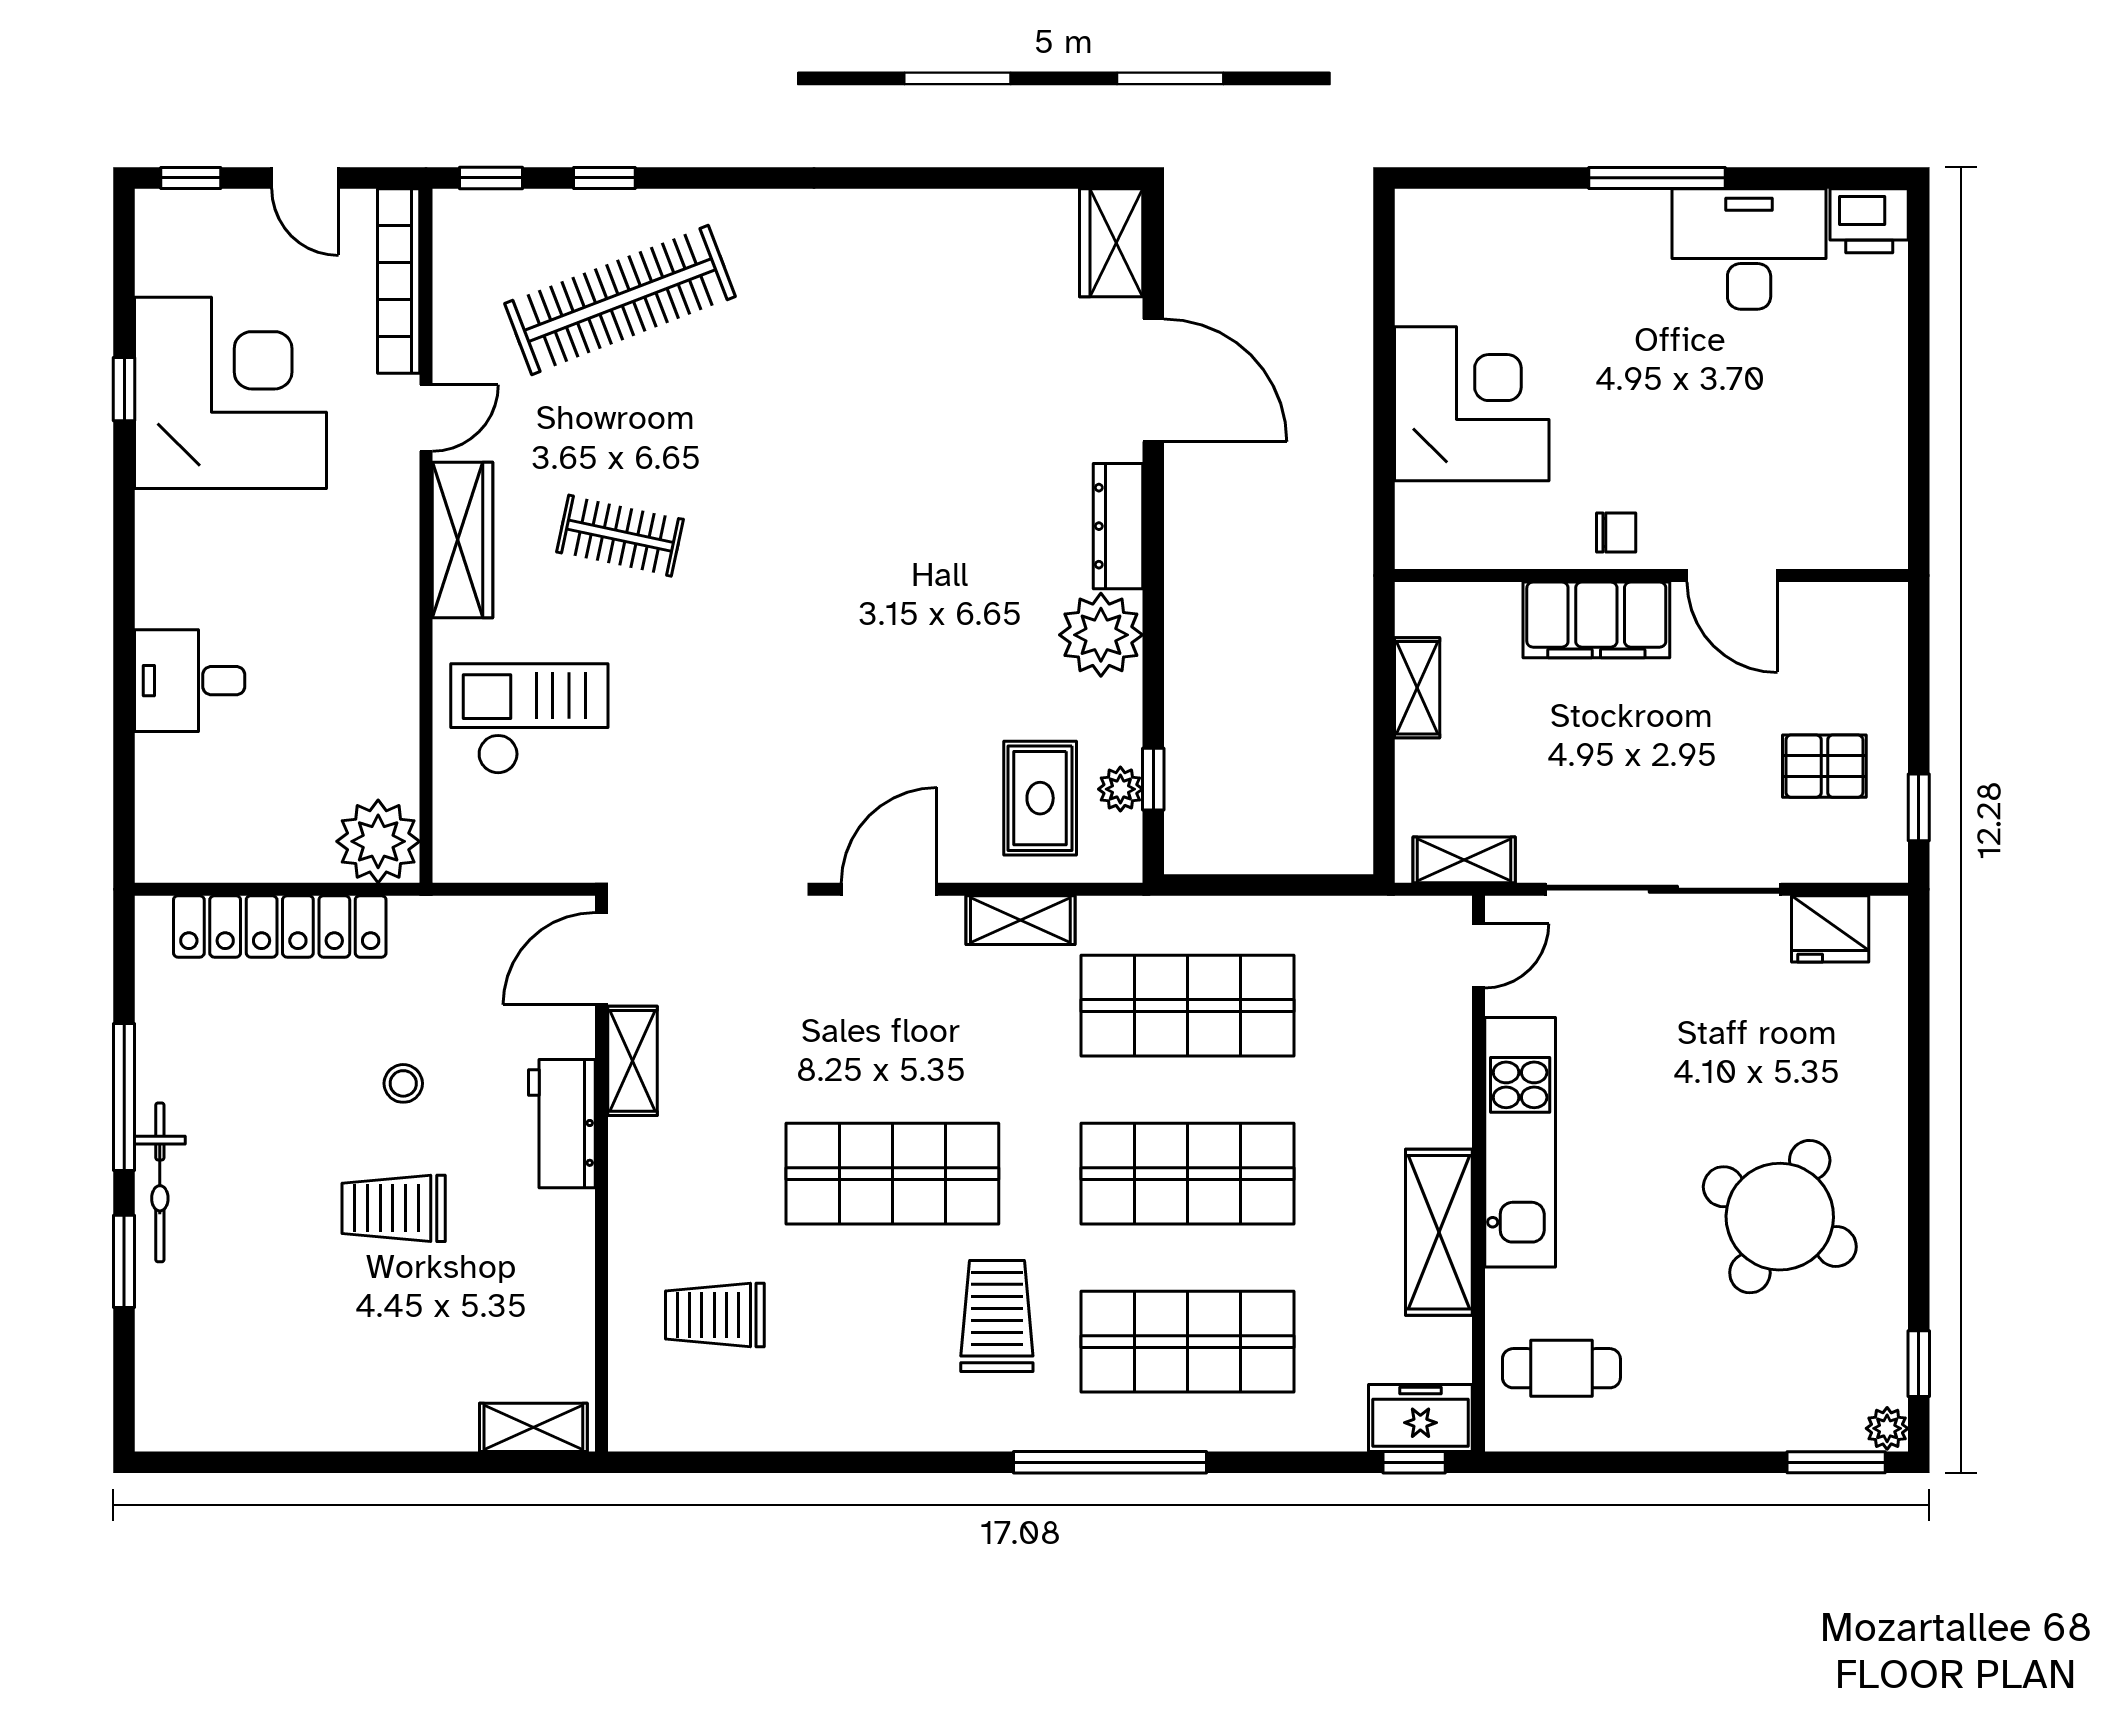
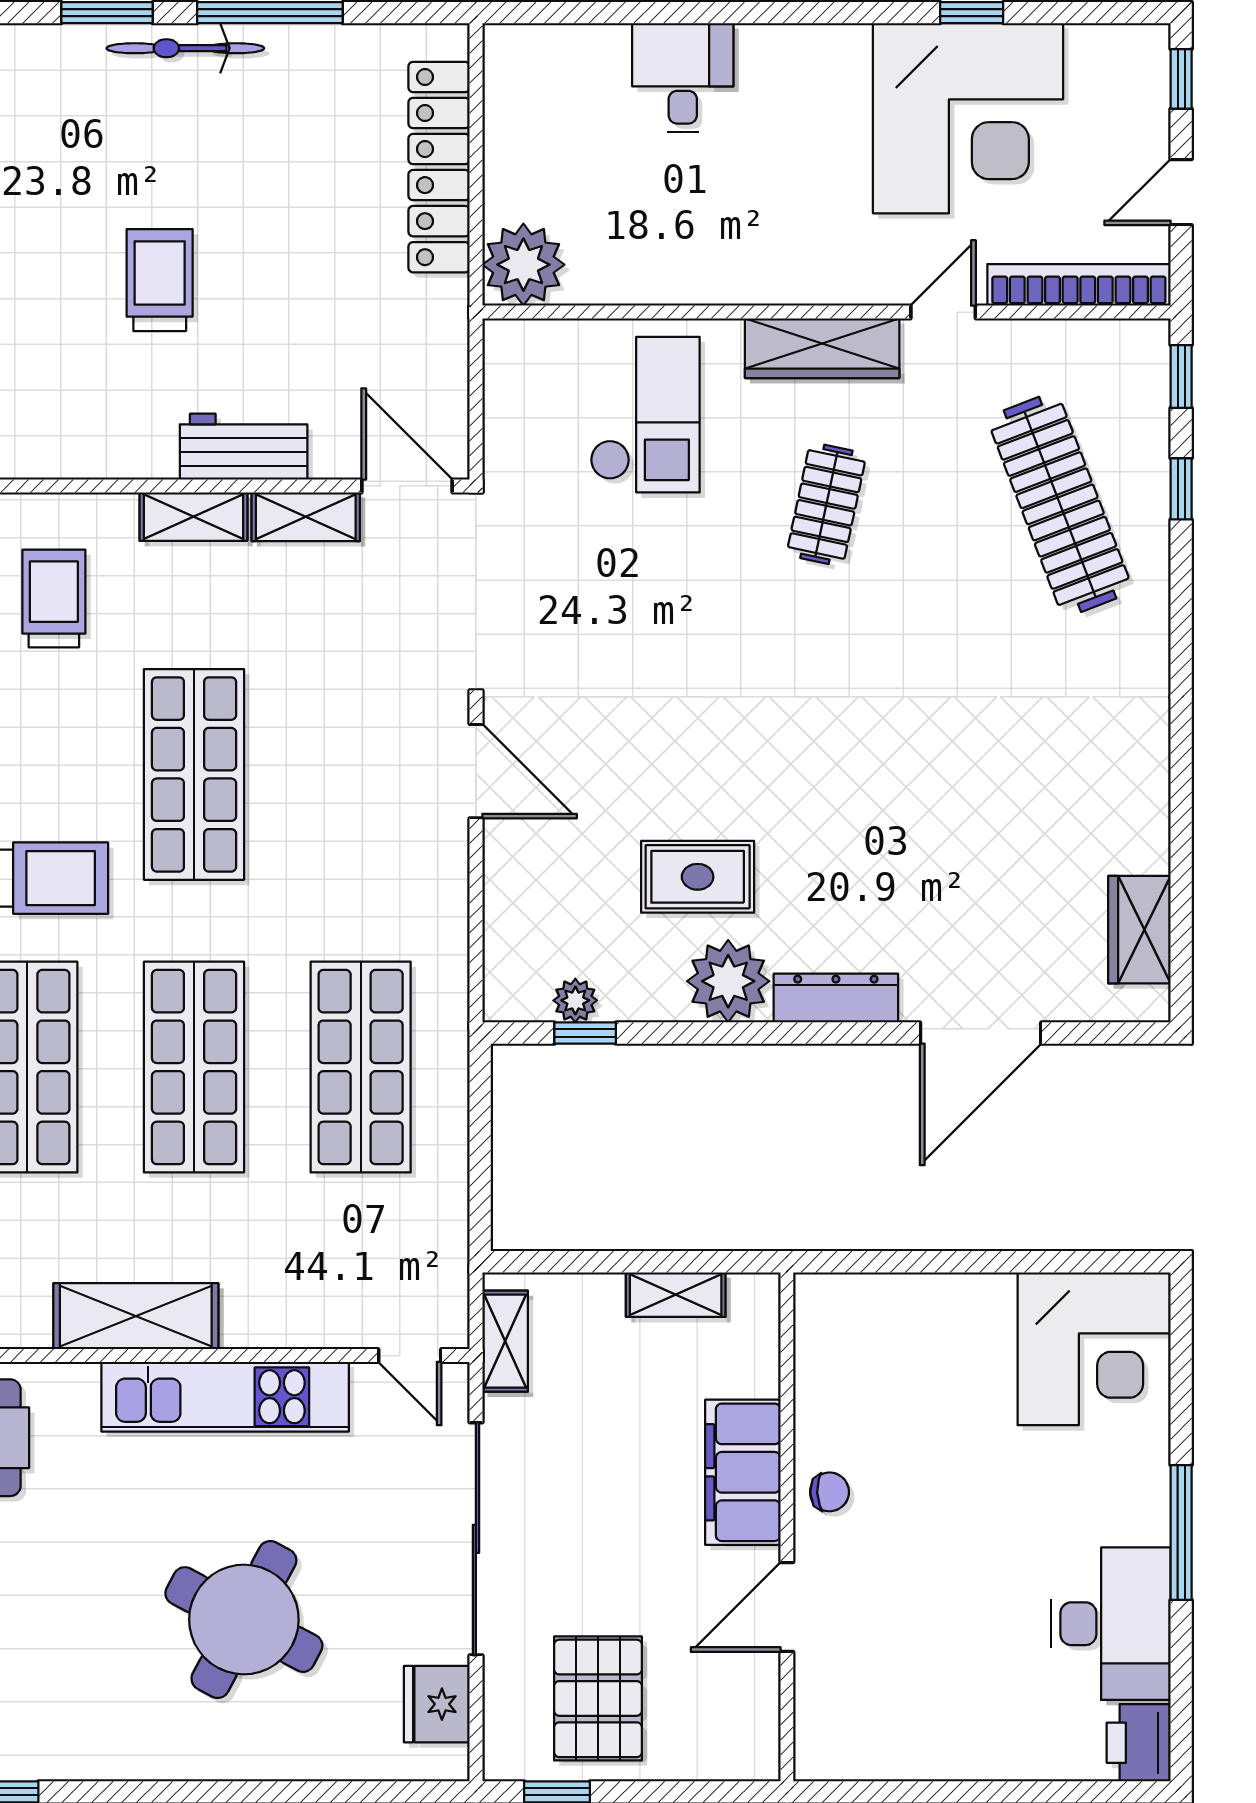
wardrobe: (1111, 243) -> (1139, 930), moved, turned -90
corner desk: (1472, 404) -> (1094, 1349), moved
door: (426, 418) -> (943, 312), swing flipped
chair: (1616, 533) -> (829, 1492), turned -92
pallet: (1824, 766) -> (598, 1698), width x1.50, depth x1.42
rug: (1040, 798) -> (698, 877), moved
shelving: (1020, 920) -> (193, 517), moved, turned 90
stool: (403, 1083) -> (283, 290), removed
round table: (1780, 1217) -> (244, 1620), moved

